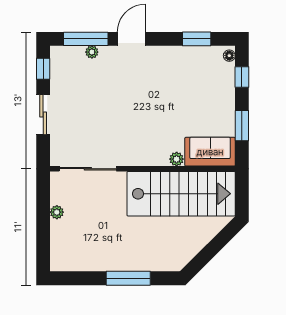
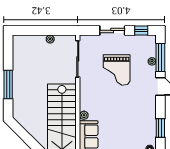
grand piano: (105, 108) -> (117, 70), added

